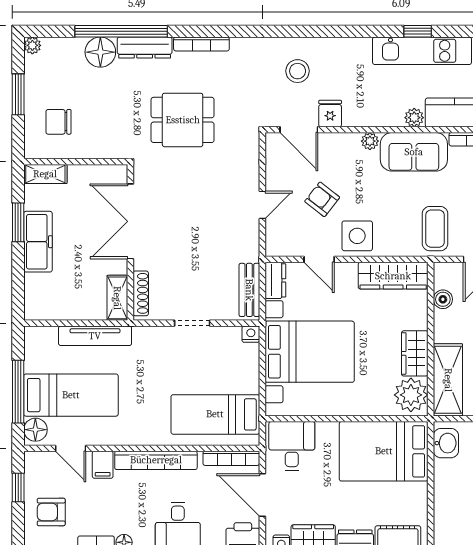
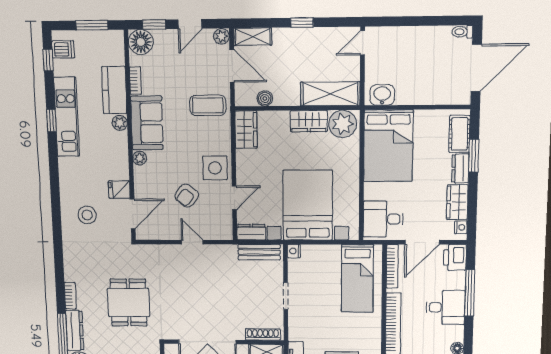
bookcase: (201, 44) -> (70, 296), width x0.64
wardrobe: (393, 276) -> (246, 130), width x0.67

